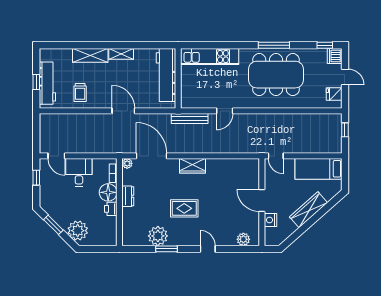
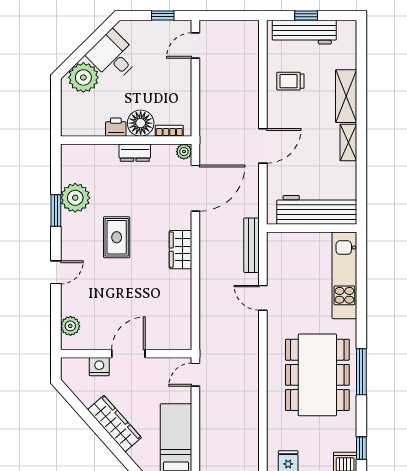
desk: (79, 172) -> (113, 56), moved, turned -135
window: (53, 225) -> (92, 41), removed

